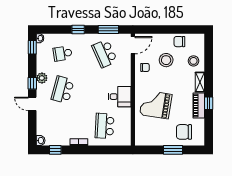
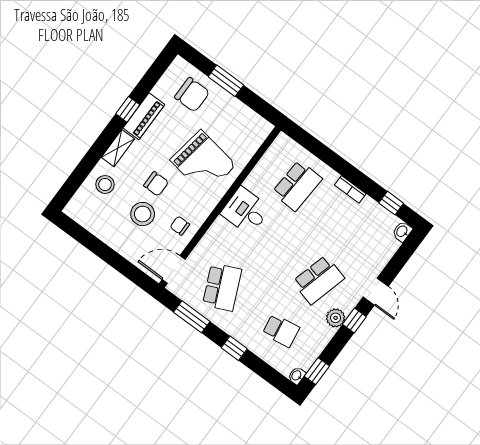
chair: (179, 42) -> (156, 184), moved

